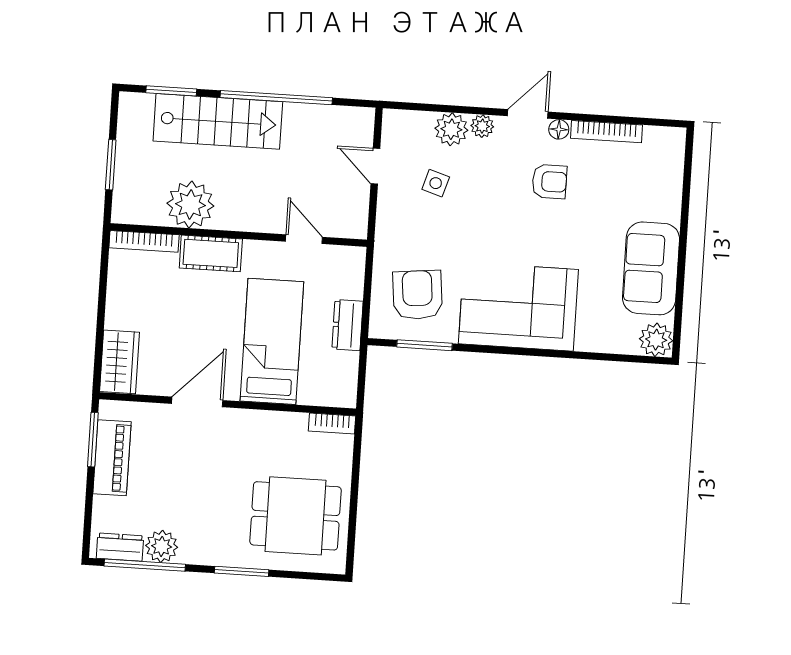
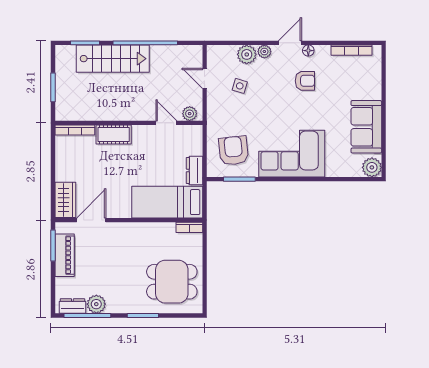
bookcase: (607, 132) -> (352, 50), moved
plant: (190, 205) -> (190, 114), moved, width x0.53, depth x0.53
bed: (272, 341) -> (167, 202), moved, turned -90
door: (197, 402) -> (91, 220), moved

